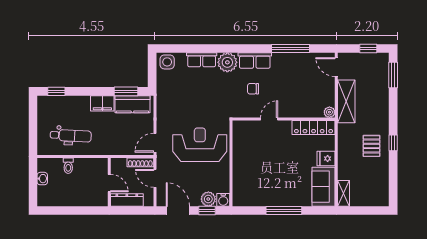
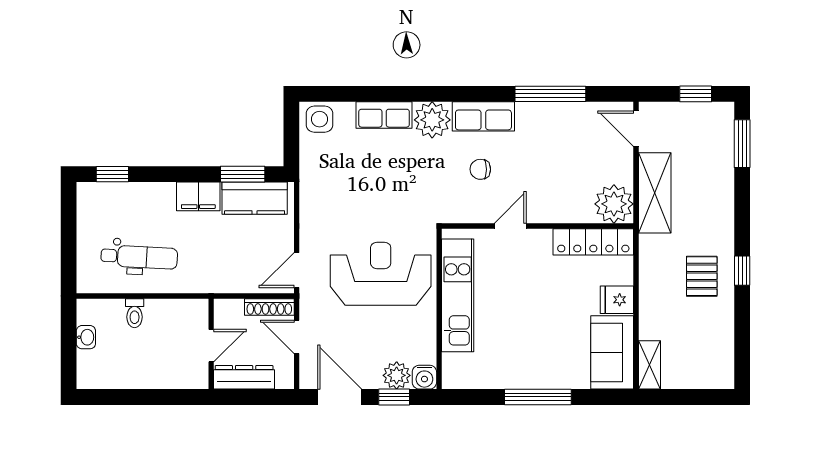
plant: (329, 112) -> (614, 204), width x1.87, depth x1.87
kitchen unit: (241, 156) -> (458, 295), added
door: (109, 183) -> (211, 346), hinge flipped

